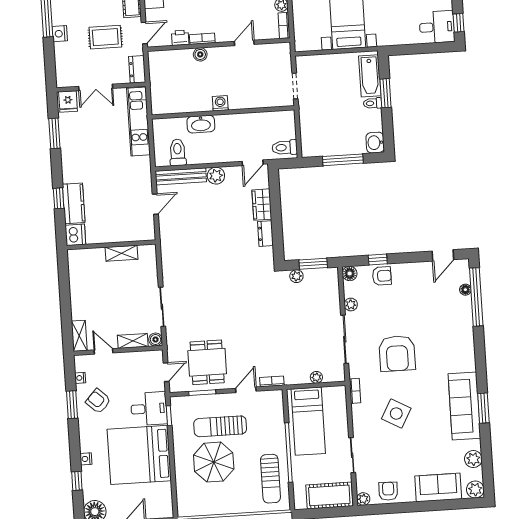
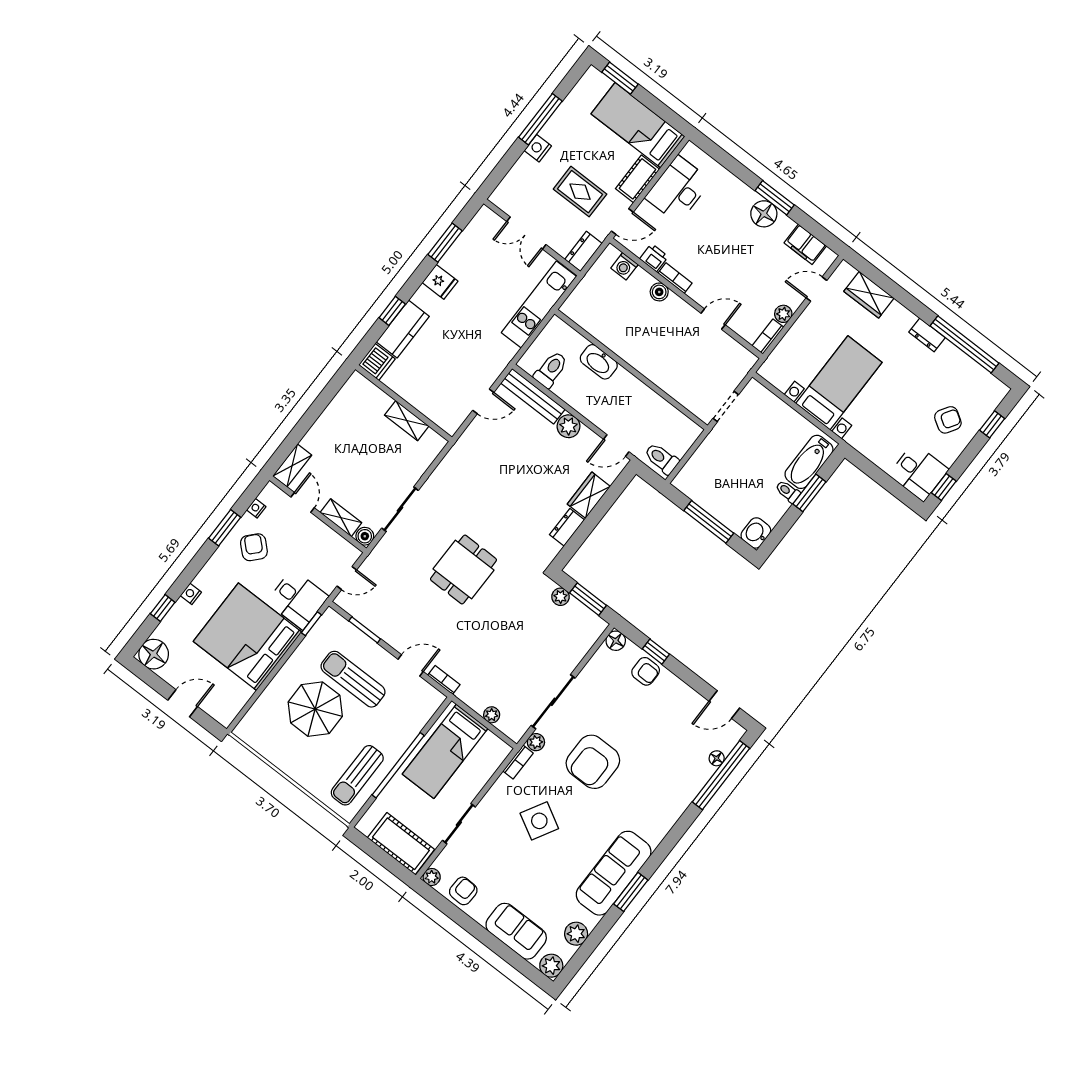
fridge: (68, 102) -> (440, 282), moved, turned -90
washing machine: (220, 103) -> (624, 266), moved, turned 180
plant: (351, 305) -> (536, 742), moved
dining table: (207, 362) -> (463, 570), moved

